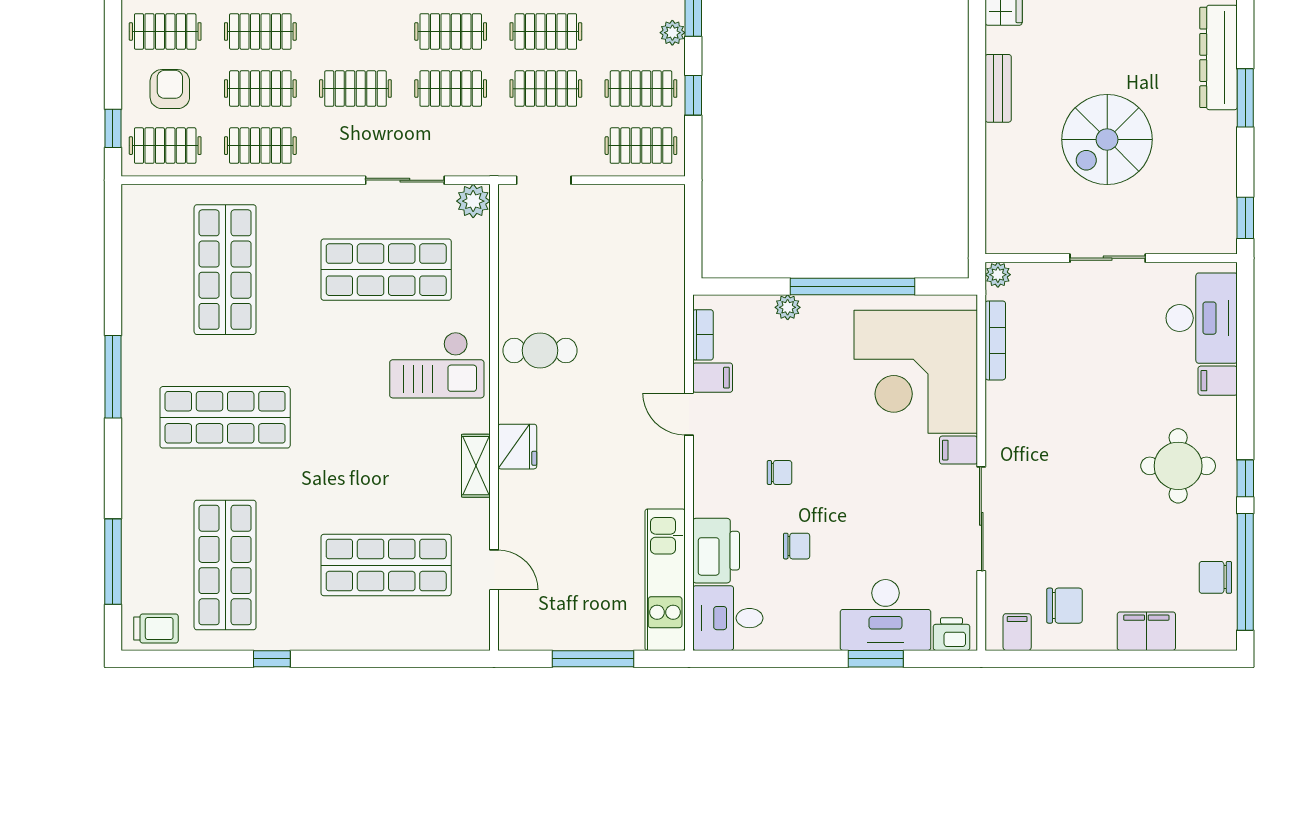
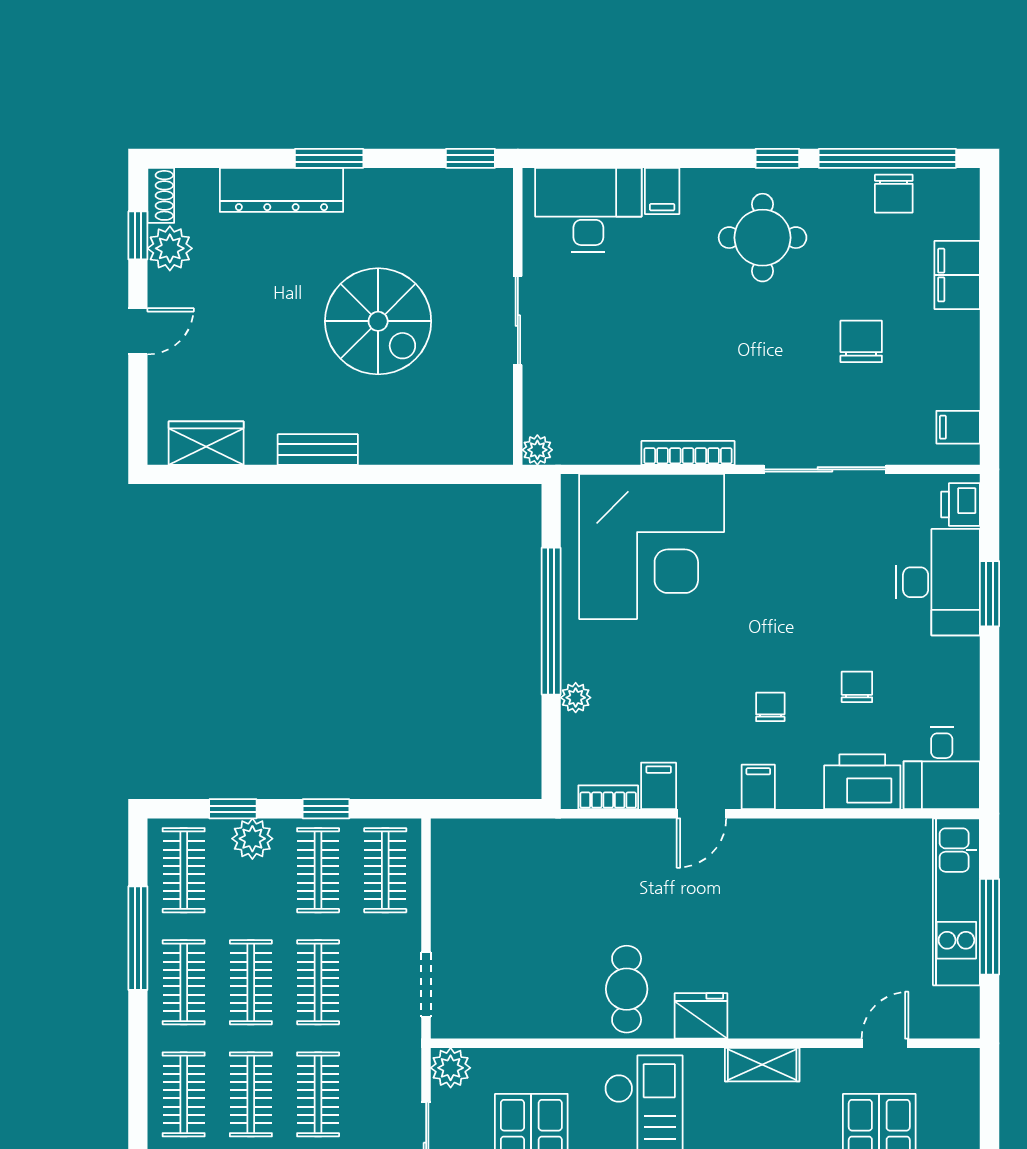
plant: (672, 33) -> (252, 839), width x1.38, depth x1.38
bookcase: (995, 340) -> (688, 453), moved
fridge: (517, 447) -> (701, 1016), moved
filing cabinet: (959, 450) -> (758, 787), moved, turned 180
kitchen unit: (665, 580) -> (956, 902), moved, turned 90
chair: (1064, 606) -> (861, 341), moved

